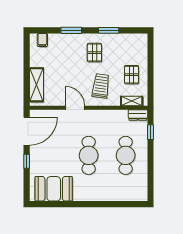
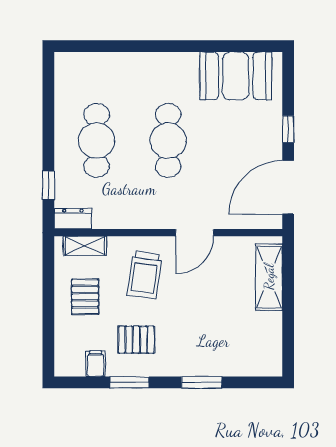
filing cabinet: (42, 40) -> (96, 364), moved
pallet: (94, 53) -> (136, 340), moved, turned 90
door: (75, 108) -> (195, 233), hinge flipped

